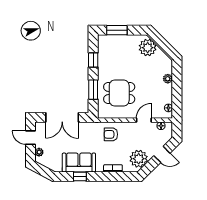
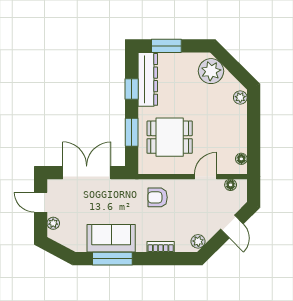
dresser: (104, 53) -> (148, 79), added
plant: (168, 79) -> (240, 98), moved
double door: (62, 117) -> (87, 173), swing flipped
door: (162, 154) -> (232, 227), hinge flipped
plant: (139, 159) -> (198, 241), width x0.53, depth x0.53
window: (80, 176) -> (112, 259), width x2.17

